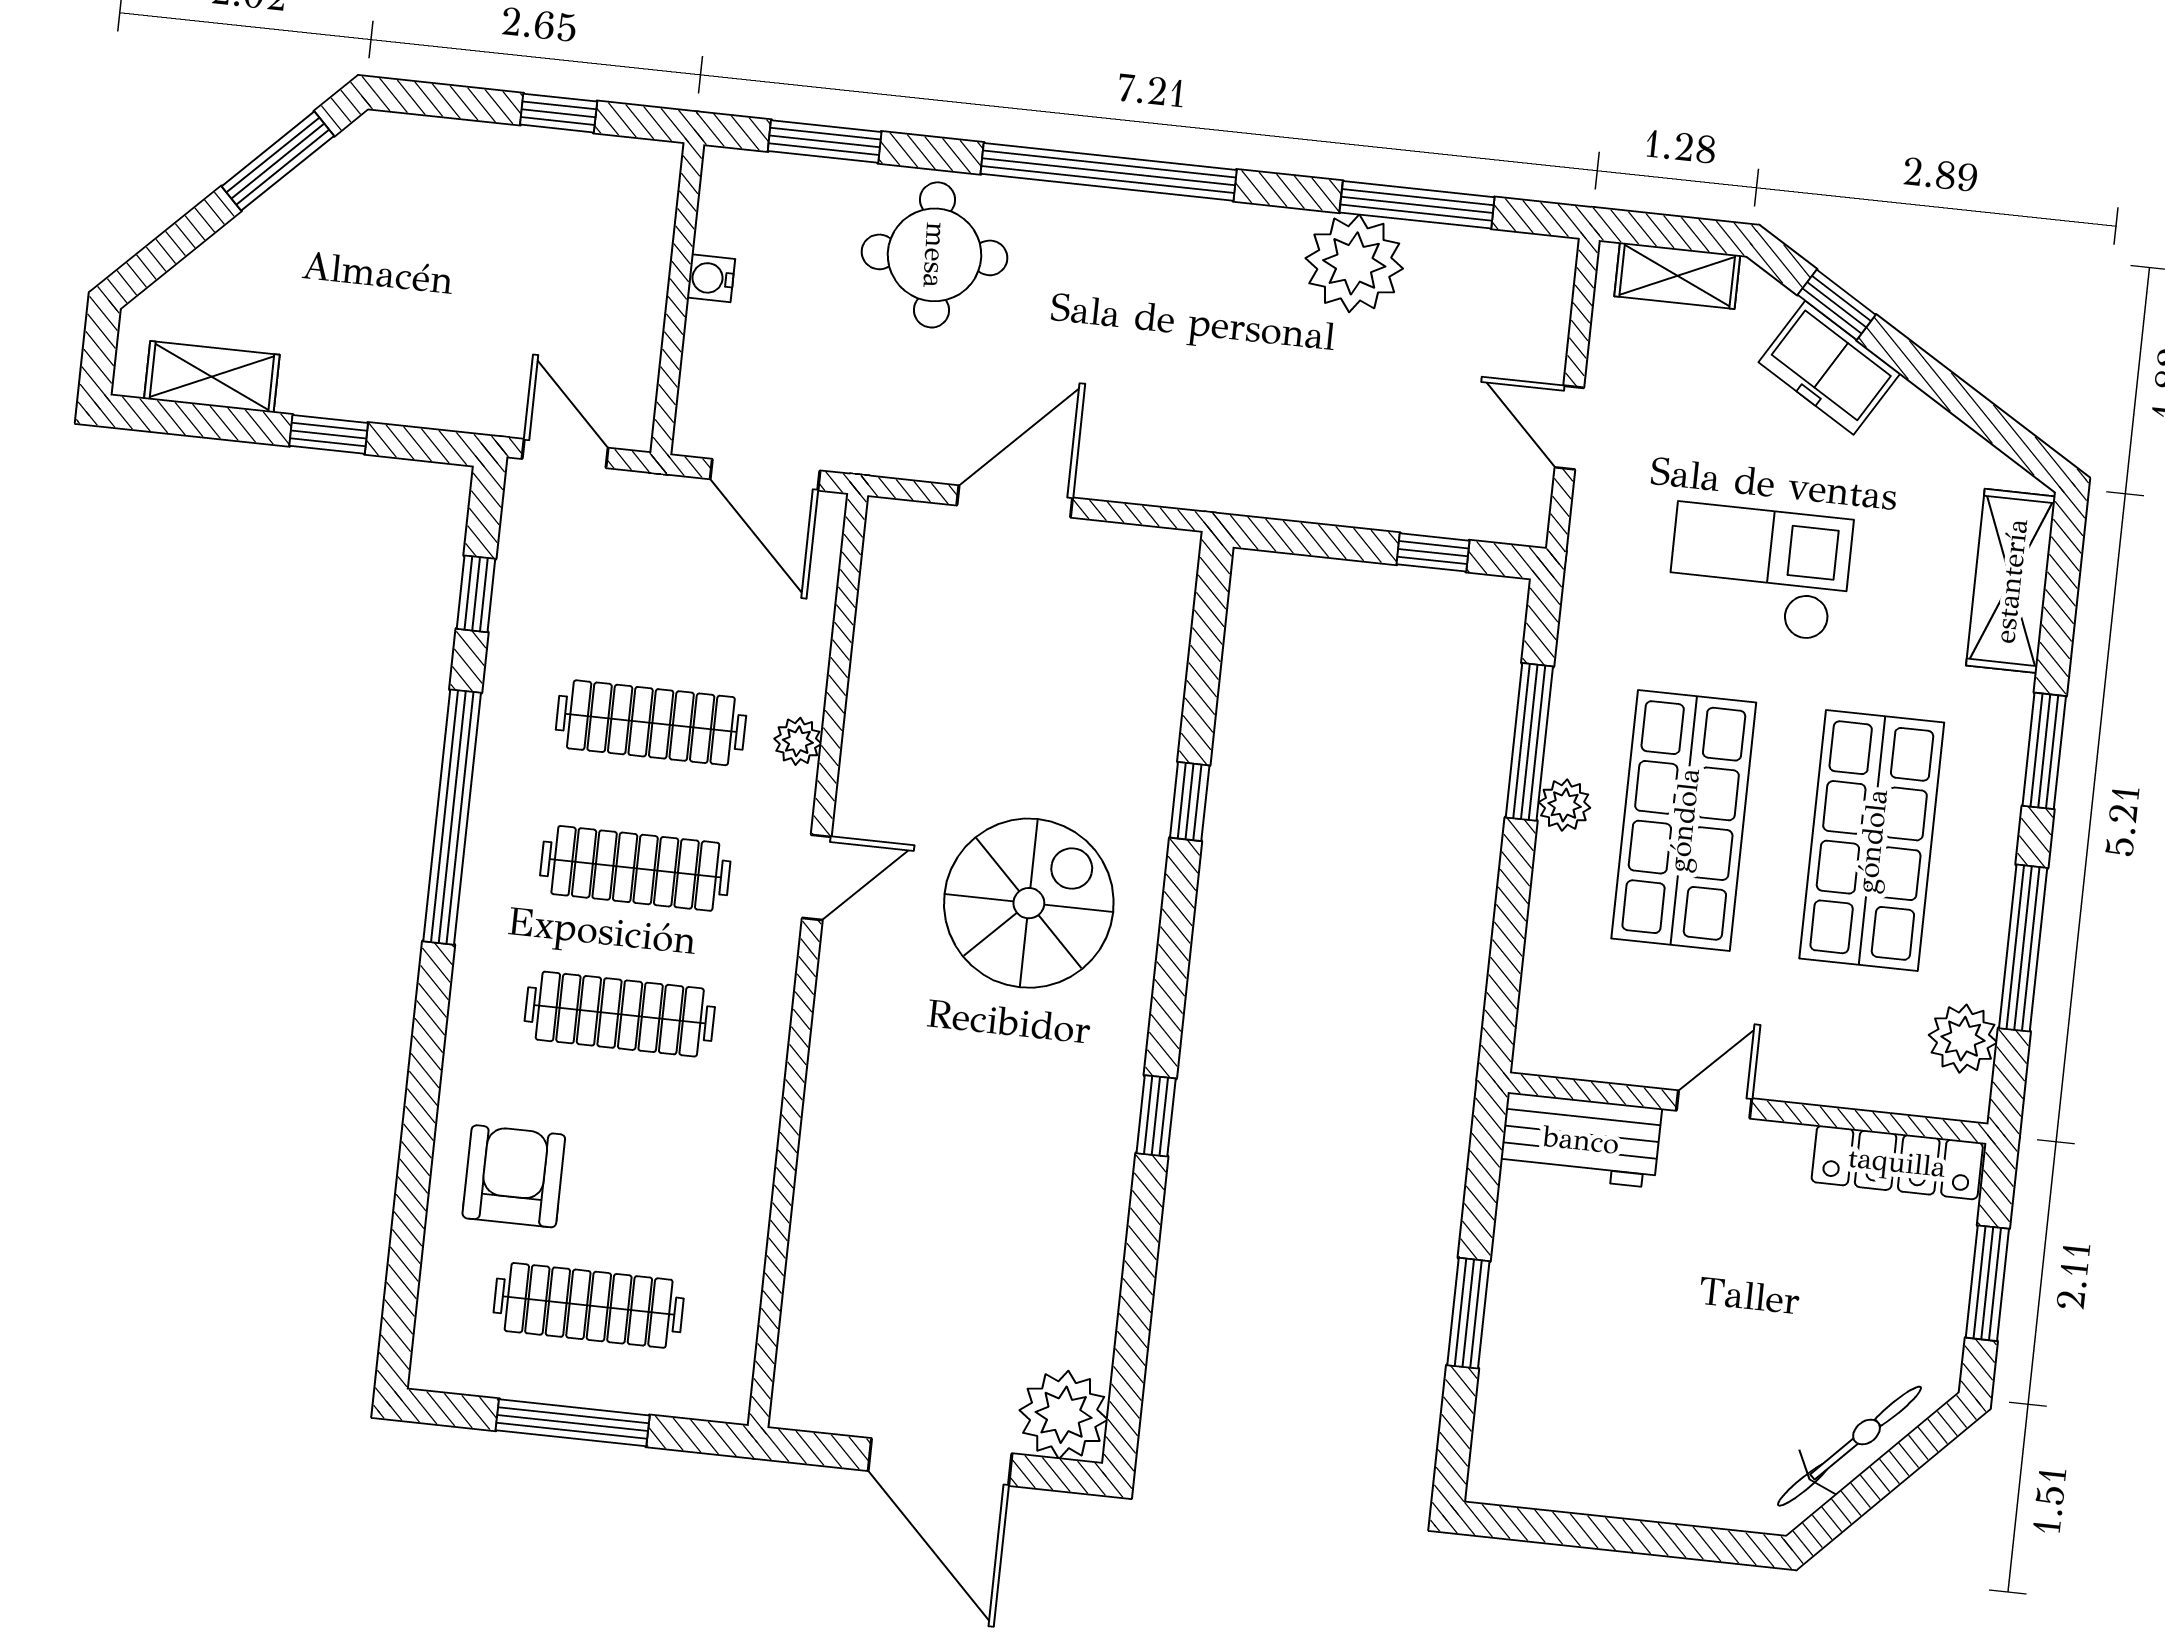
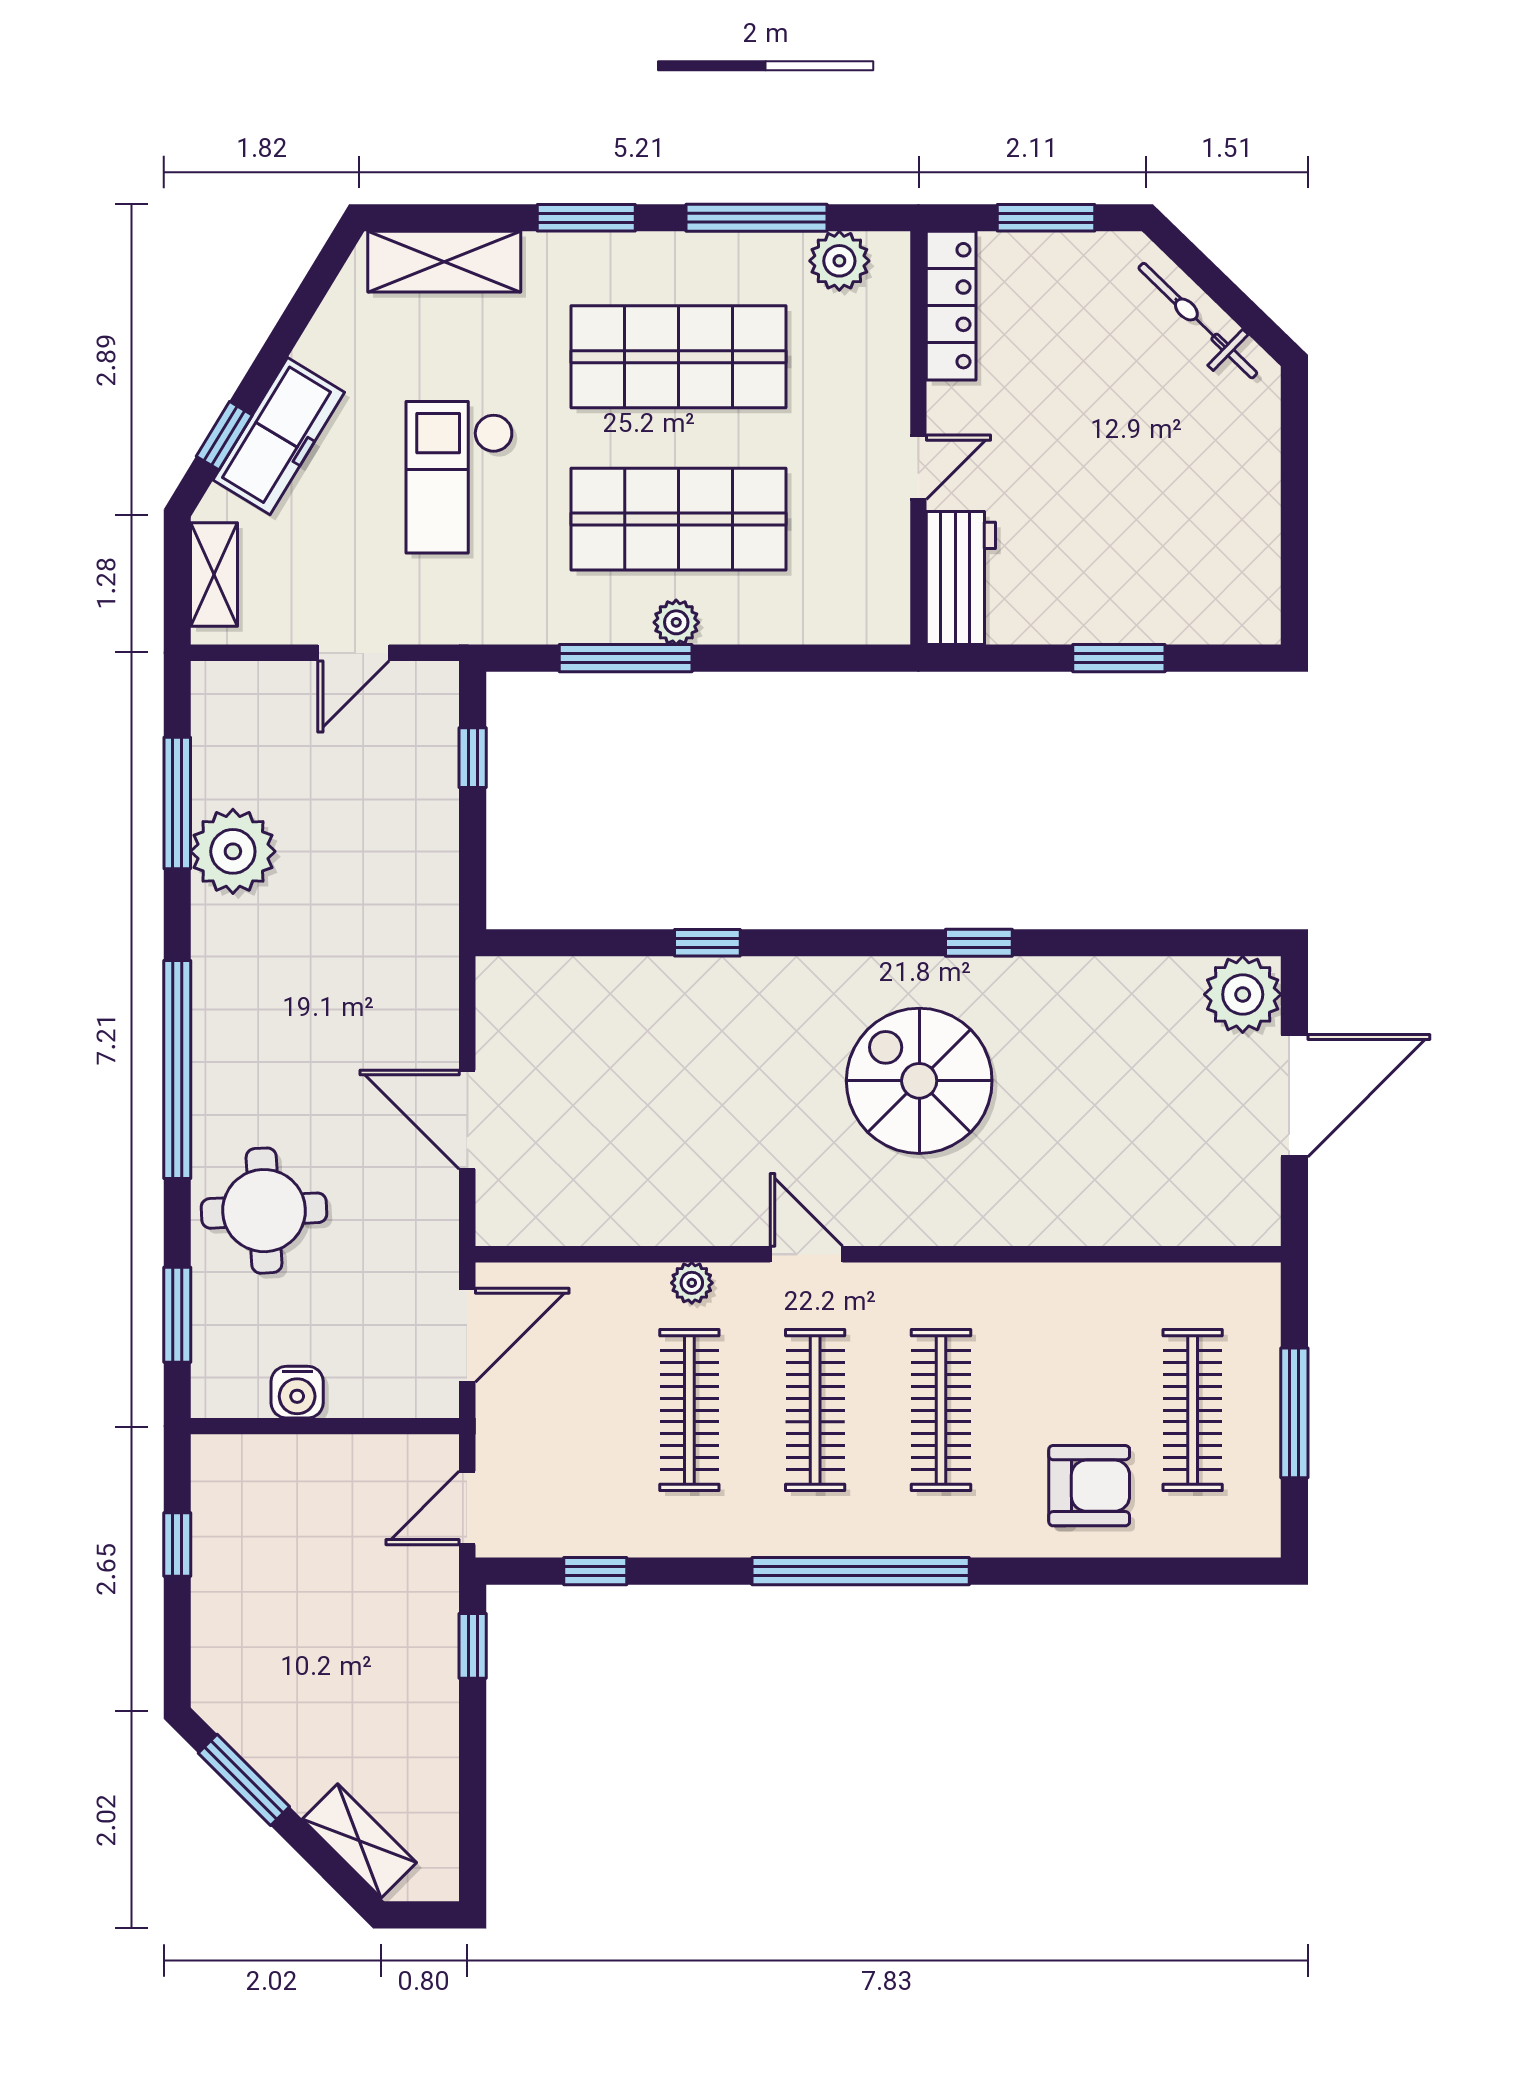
water cooler: (711, 278) -> (297, 1392), width x1.38, depth x1.38
freezer: (1829, 368) -> (279, 436), width x1.40
shelving: (212, 377) -> (359, 1841), moved, turned -45
window: (329, 434) -> (473, 1646), moved
window: (452, 817) -> (861, 1571), moved
spiral stairs: (1029, 903) -> (919, 1081), moved
door: (1714, 1105) -> (918, 467), swing flipped
armchair: (514, 1176) -> (1089, 1486), turned 180

